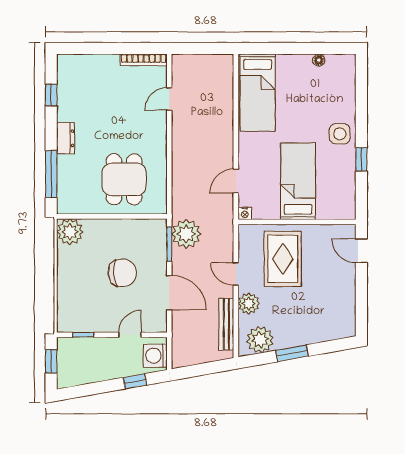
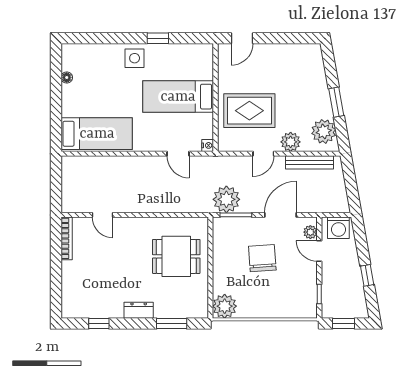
window: (51, 174) -> (172, 323), width x0.69
plant: (151, 325) -> (310, 232), added
window: (135, 381) -> (367, 275), moved

